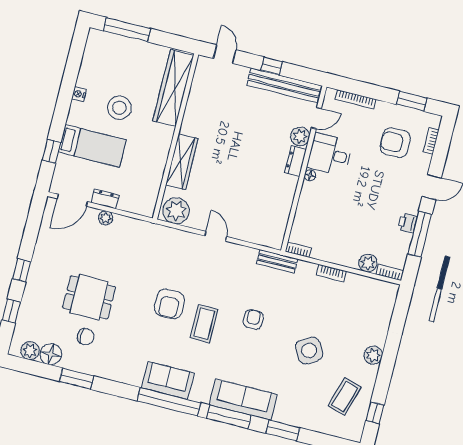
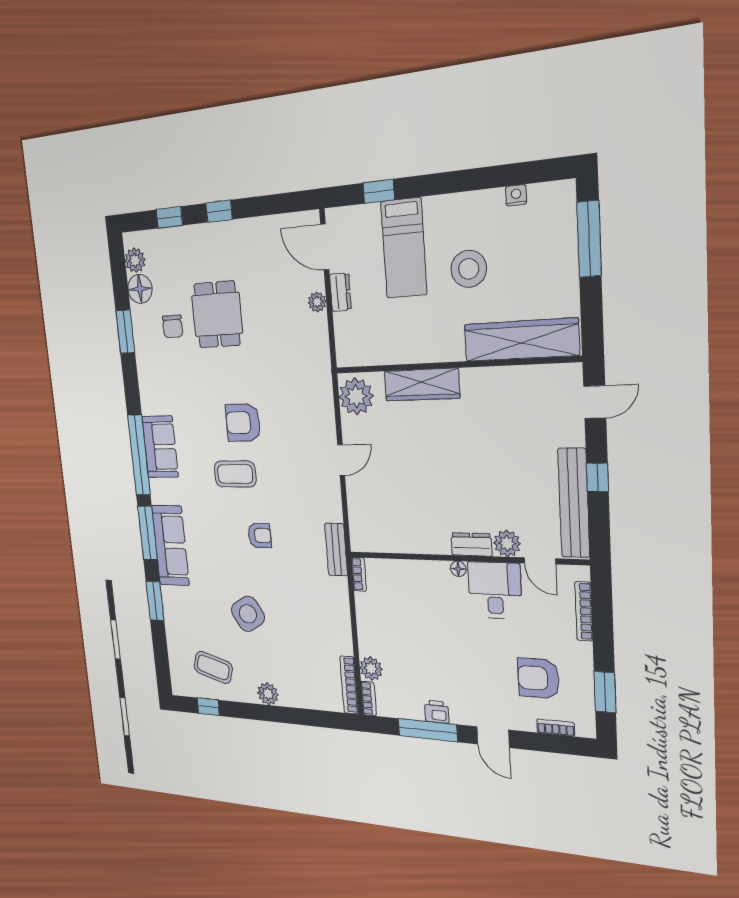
nightstand: (79, 94) -> (516, 195), moved
armchair: (395, 143) -> (538, 678), turned -90
bookcase: (331, 273) -> (349, 685), moved, width x1.56

